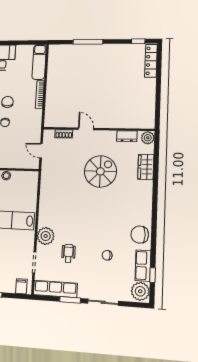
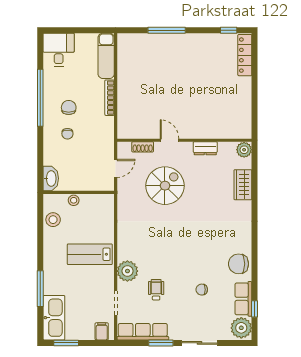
dresser: (127, 136) -> (205, 148), moved
door: (41, 151) -> (116, 168), swing flipped
spiral stairs: (100, 171) -> (165, 186), moved

